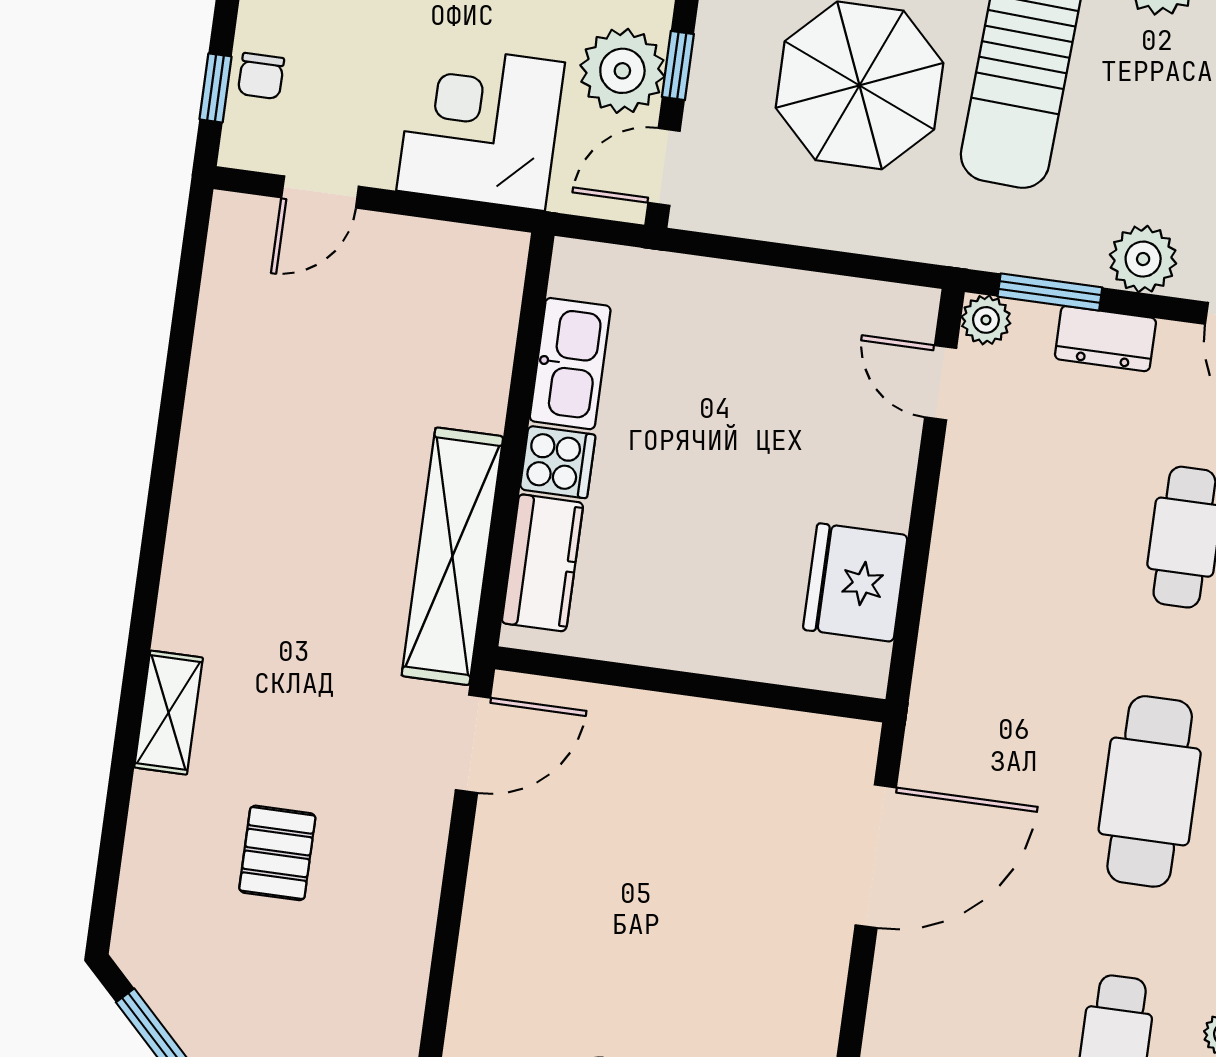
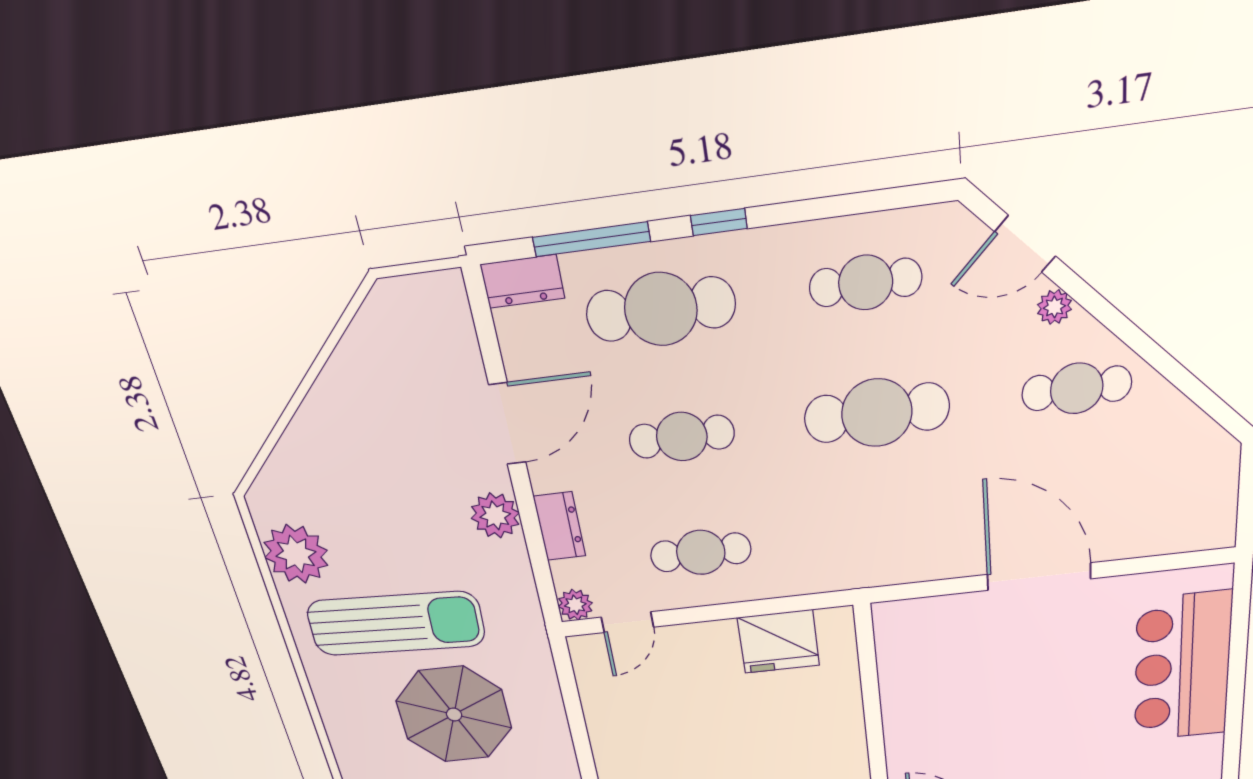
window: (1050, 292) -> (541, 570), removed
cafe table: (1018, 514) -> (701, 552), added
door: (876, 856) -> (1039, 577), moved

